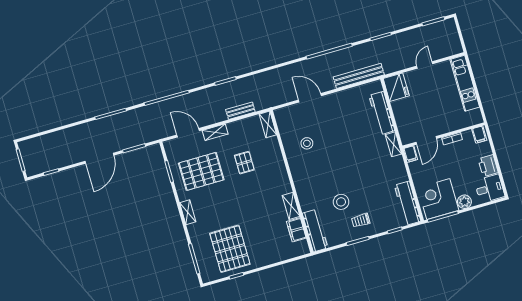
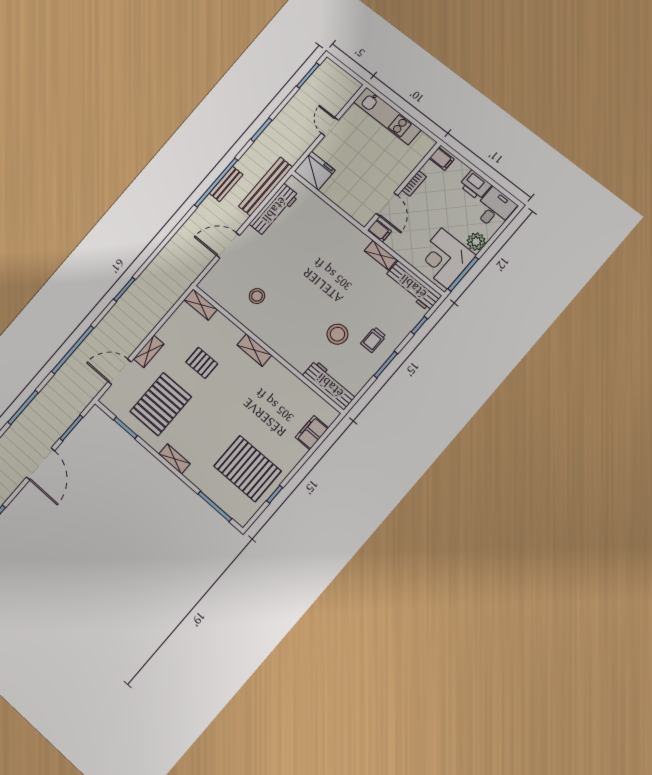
bench: (240, 111) -> (226, 184), moved
workbench: (382, 113) -> (274, 210), moved, turned -90
shelving: (393, 144) -> (381, 255), moved
shelving: (291, 206) -> (254, 350), moved
filing cabinet: (296, 230) -> (312, 433), moved, turned 90

